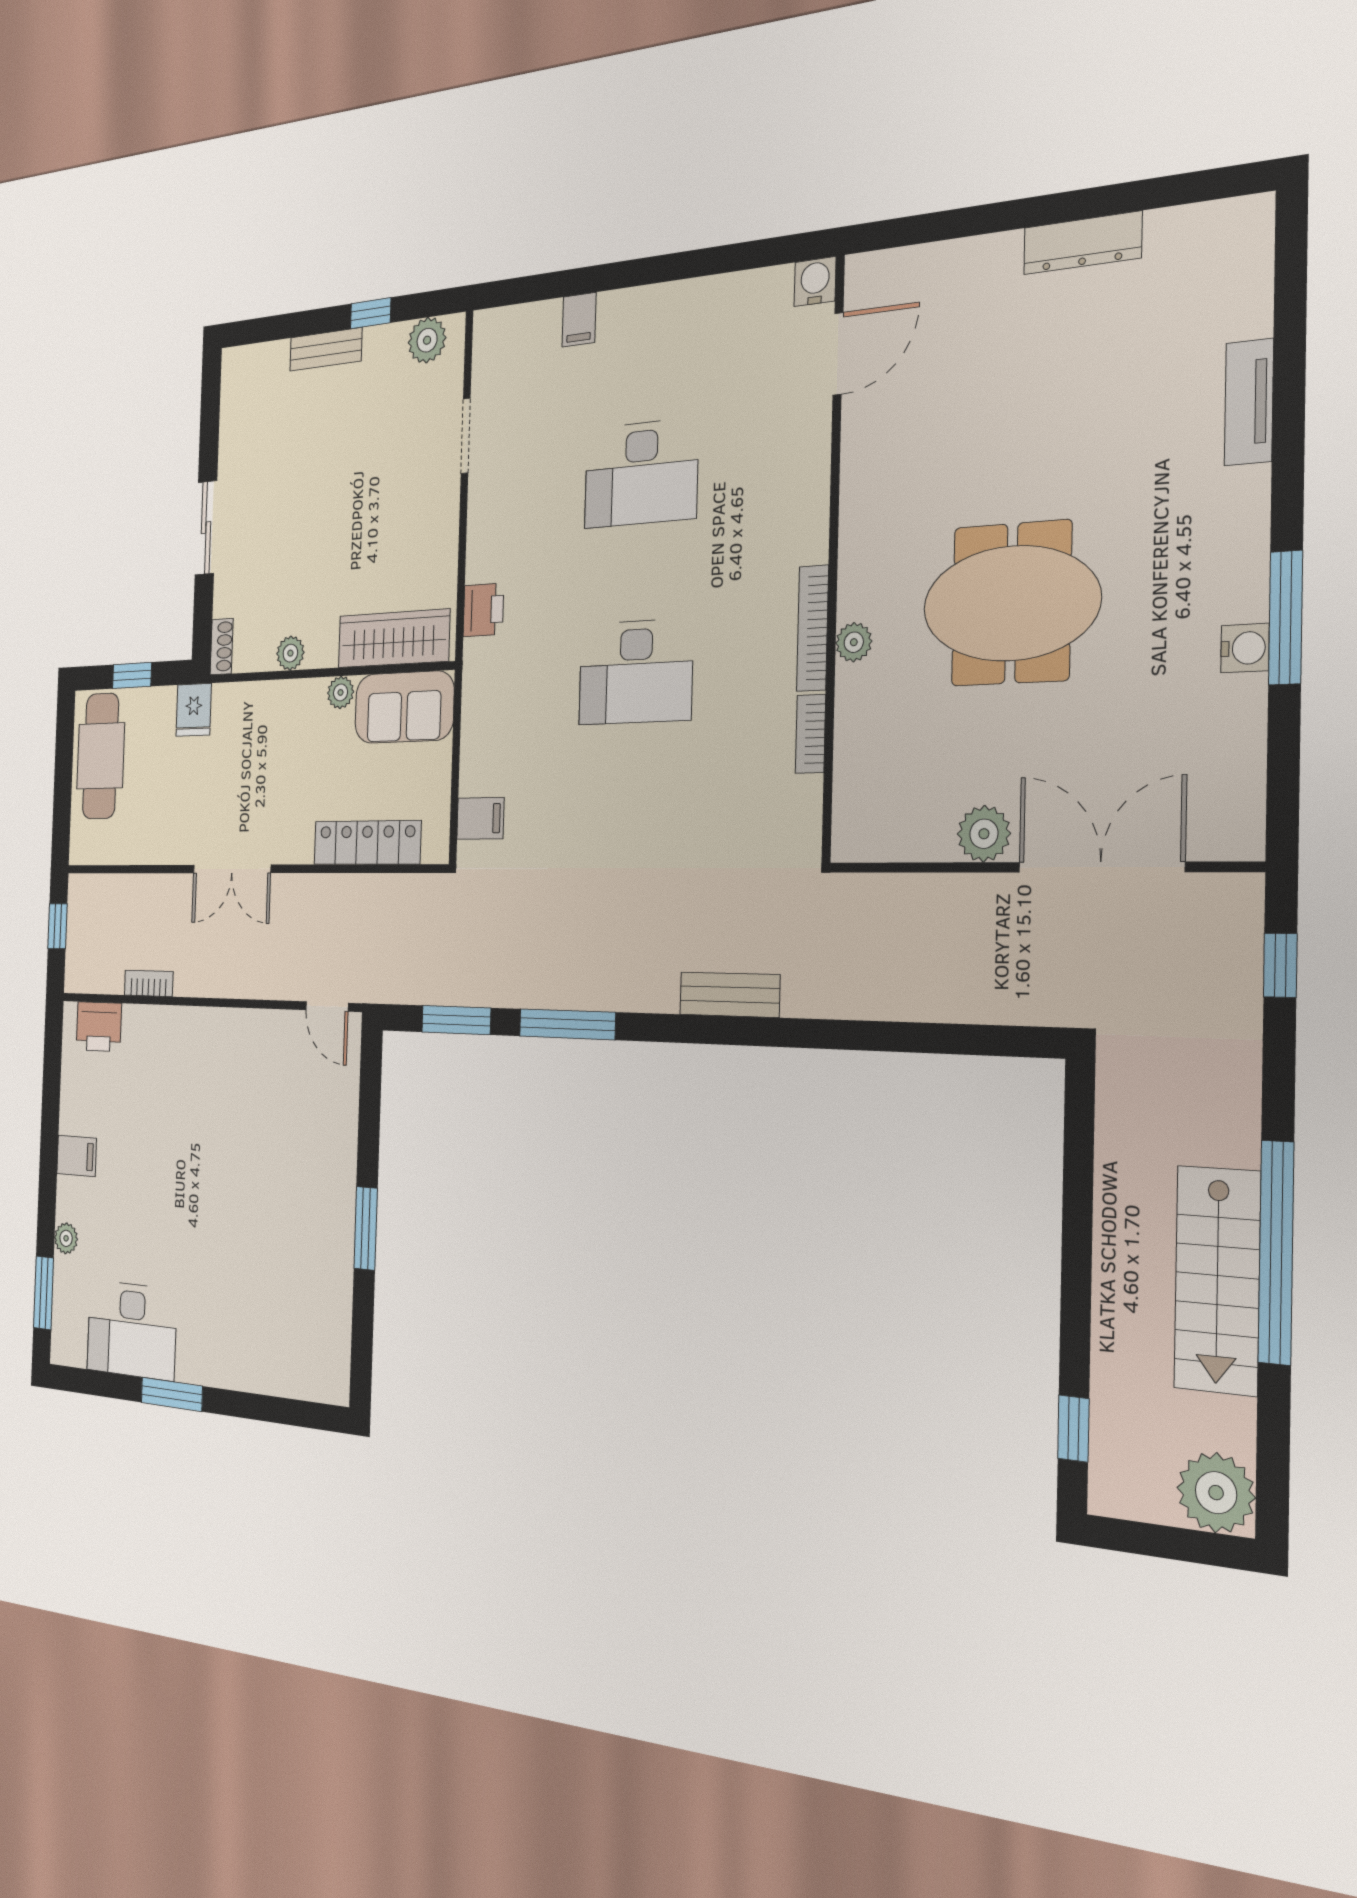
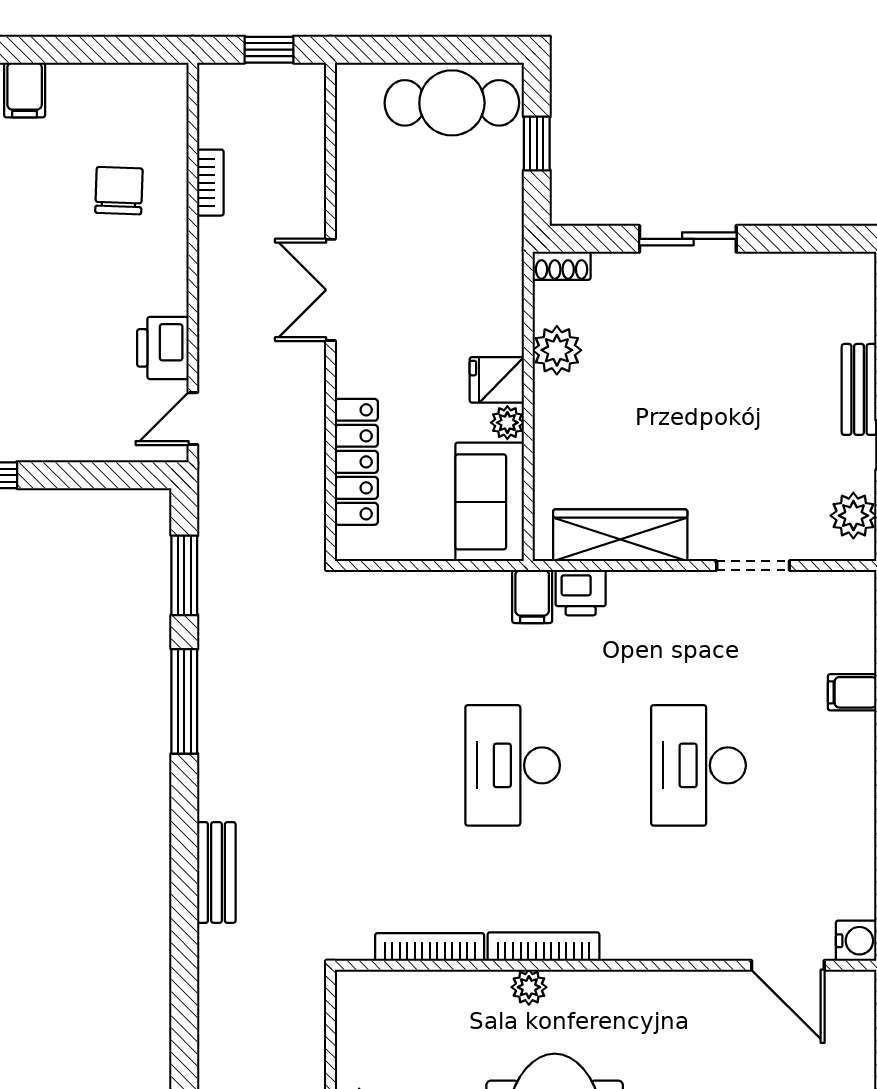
wardrobe: (394, 638) -> (620, 535), moved, turned -90
plant: (290, 653) -> (557, 350), width x1.38, depth x1.38
fridge: (194, 710) -> (497, 380), moved
bookcase: (810, 734) -> (430, 947), width x1.56
filing cabinet: (480, 818) -> (532, 596), moved
printer: (99, 1027) -> (163, 348), moved
chair: (151, 1071) -> (119, 191), added

